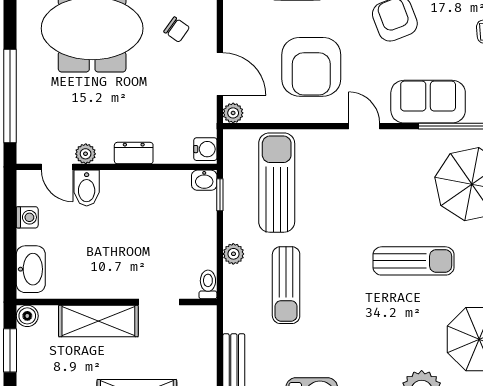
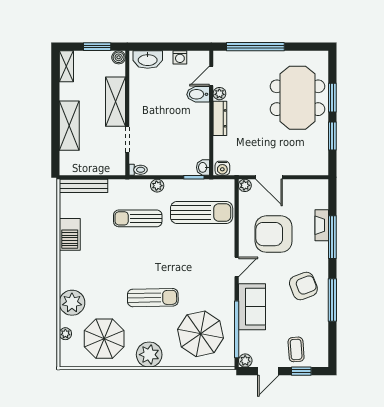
chair: (177, 29) -> (297, 150), removed
door: (220, 74) -> (269, 177), hinge flipped
dresser: (134, 153) -> (220, 118), width x1.44
sun lounger: (413, 261) -> (153, 298), turned -91

